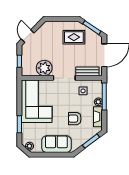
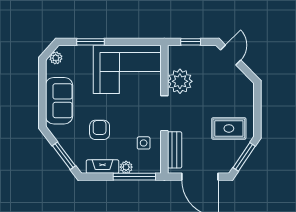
door: (28, 36) -> (231, 55), hinge flipped
rug: (74, 37) -> (229, 128), turned 90

